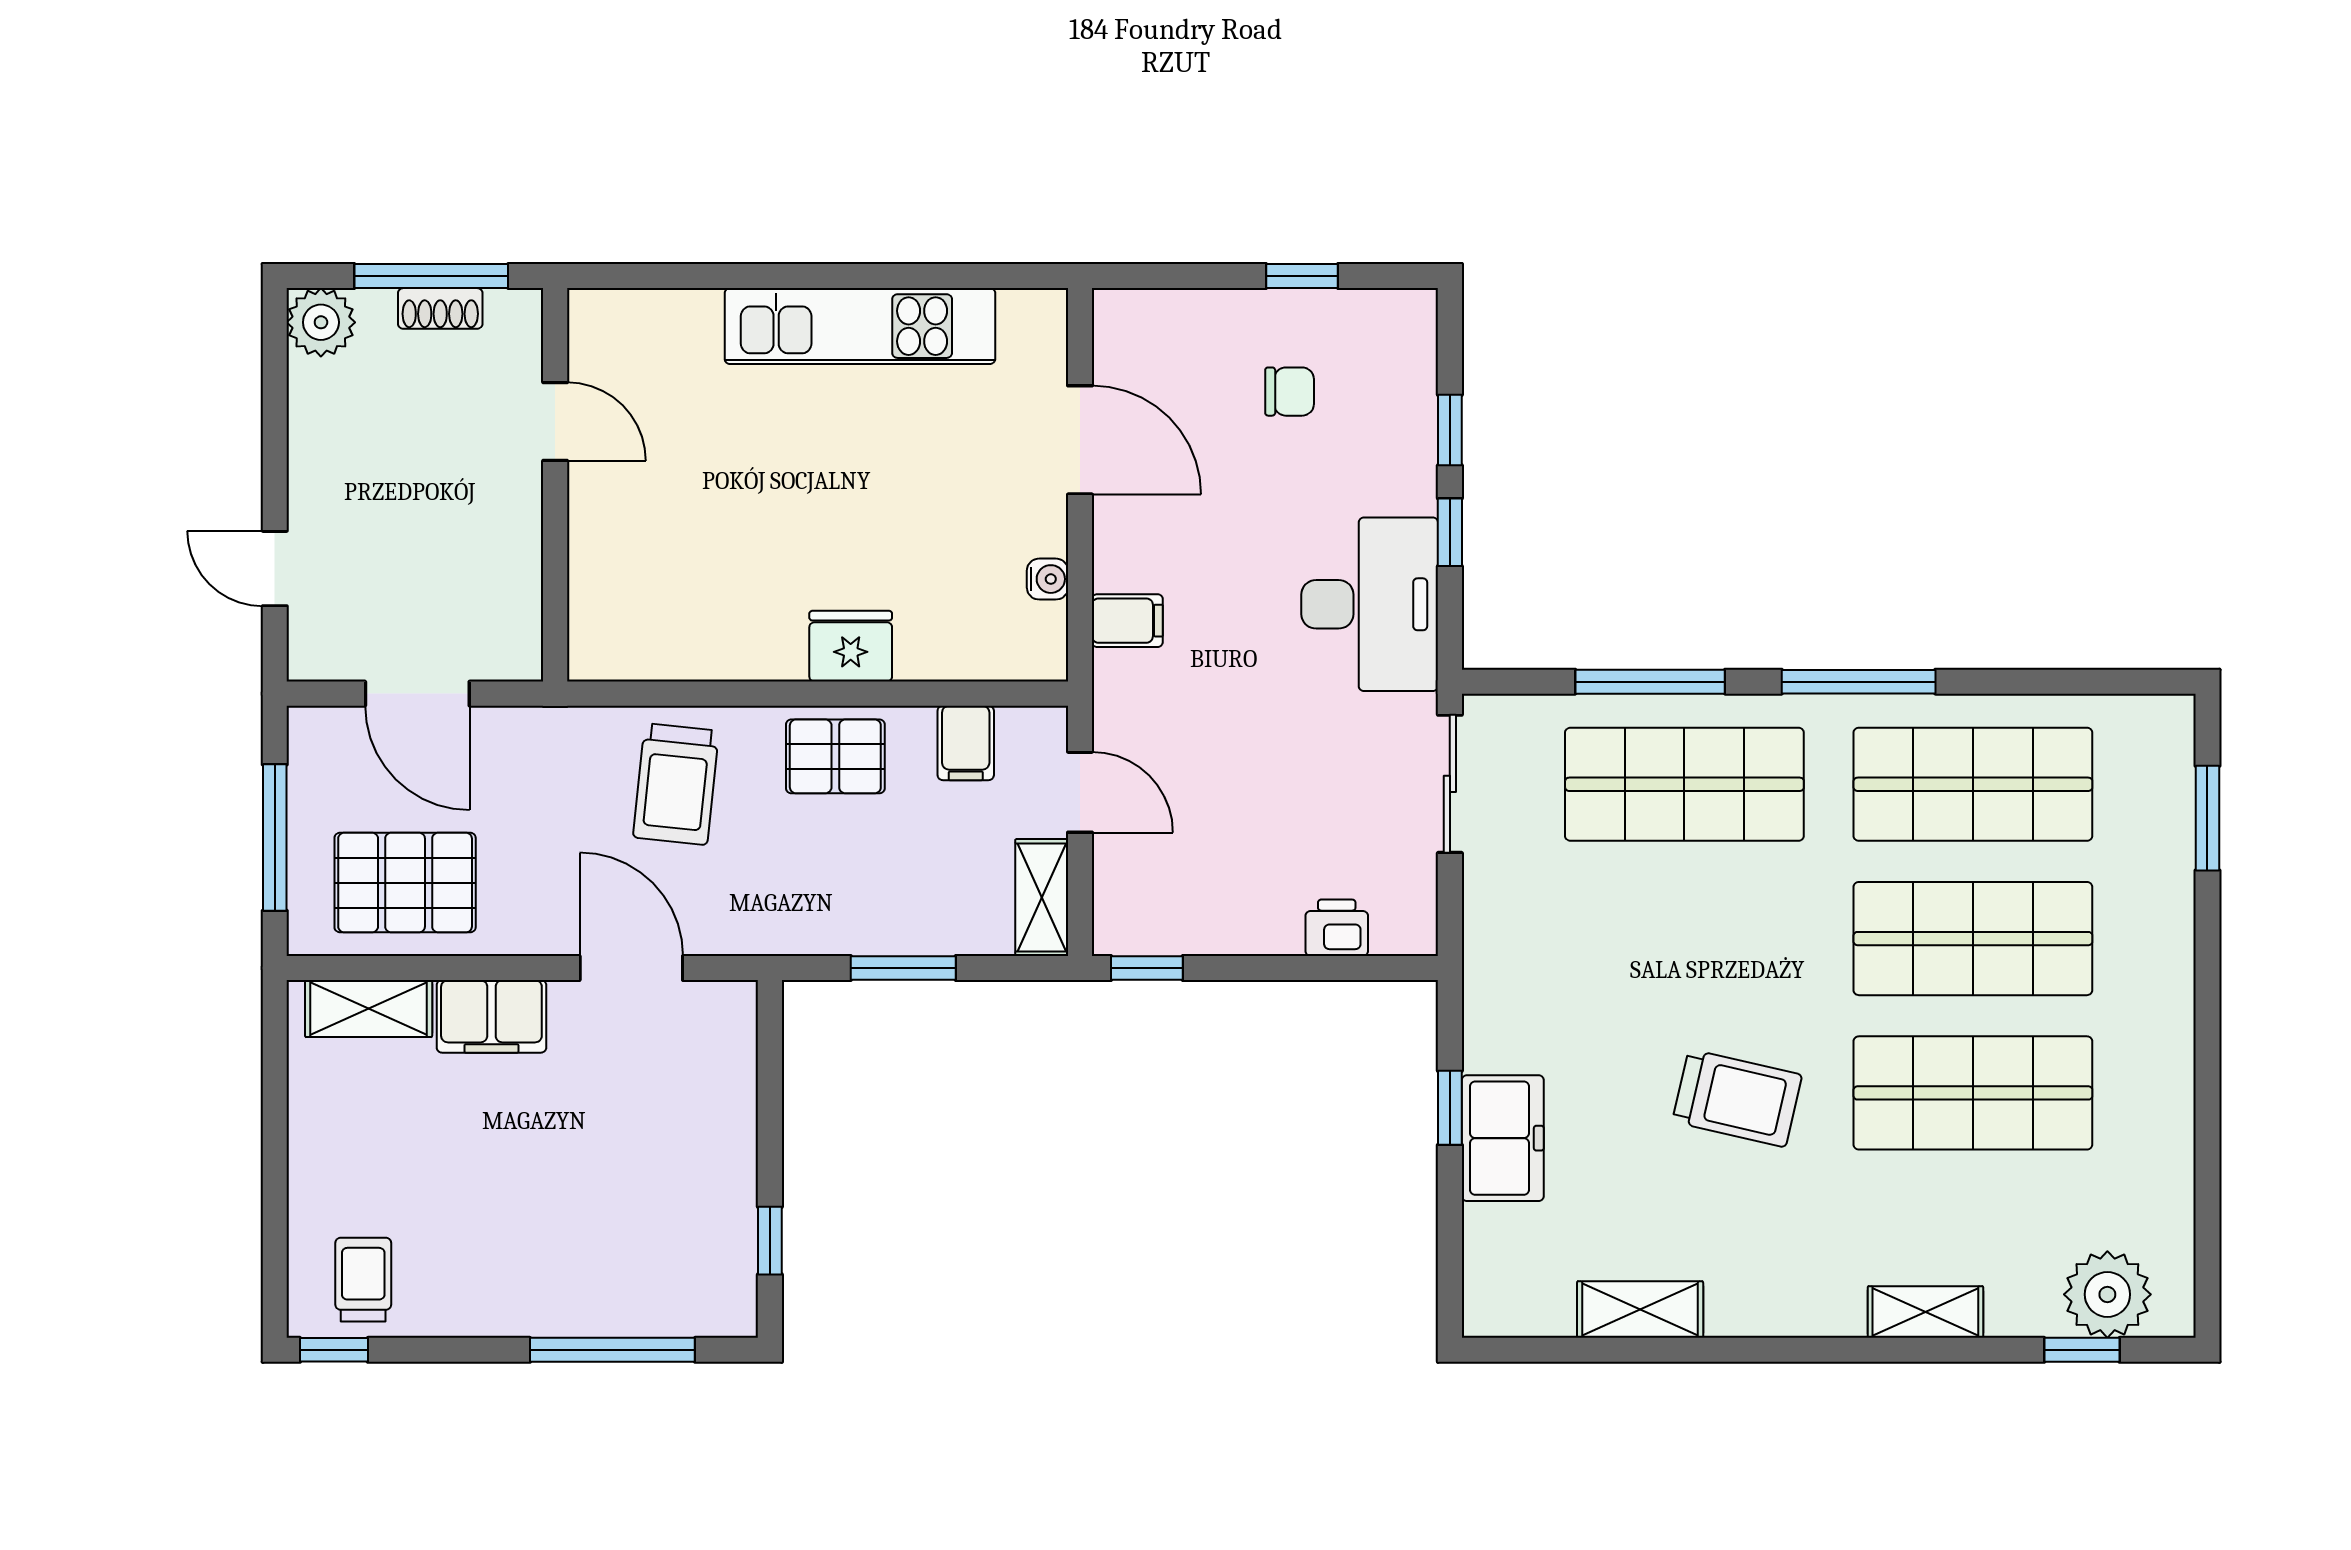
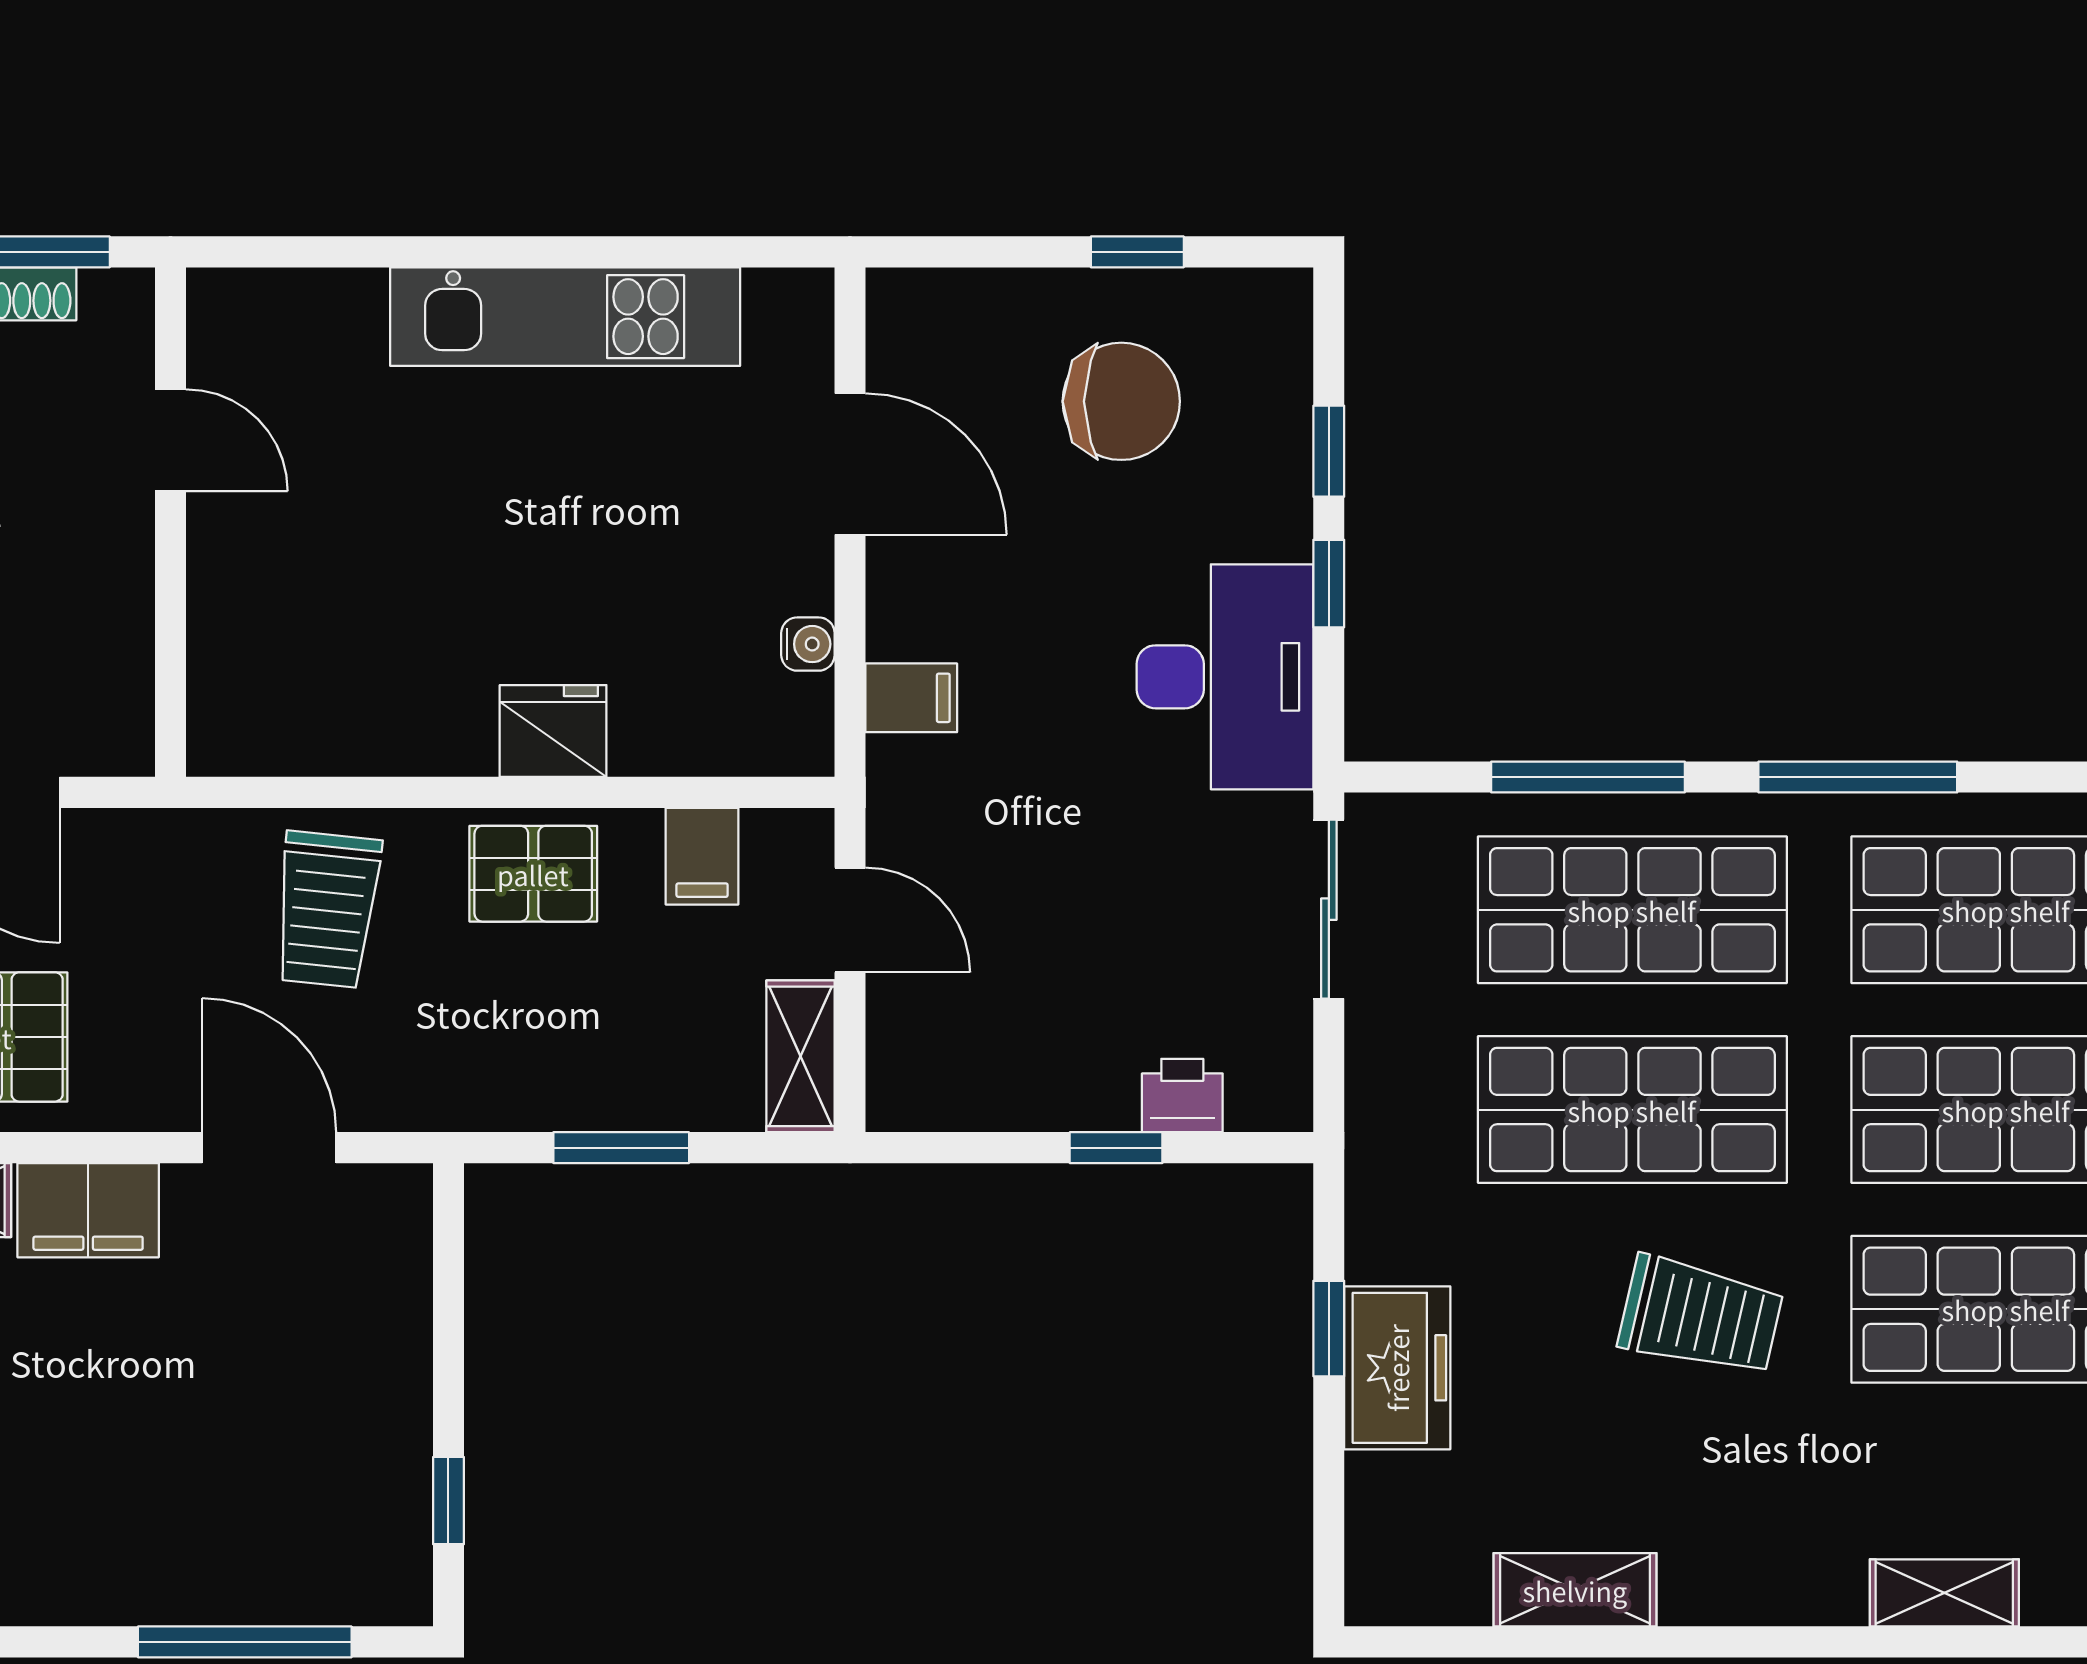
chair: (1290, 392) -> (1121, 401), width x1.87, depth x1.87
shop shelf: (1684, 939) -> (1632, 1110), added
window: (1147, 968) -> (1116, 1148), moved

